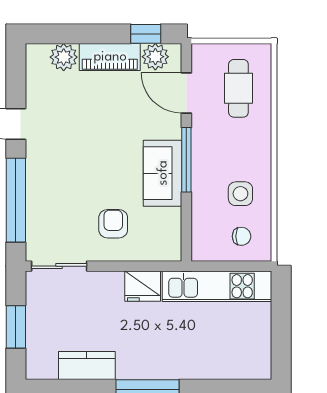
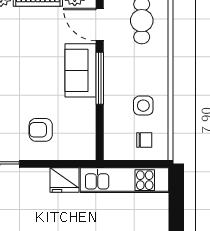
sofa: (163, 173) -> (81, 70), moved
armchair: (113, 224) -> (41, 130), turned -90

